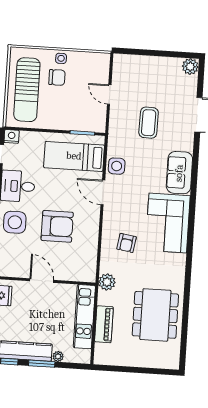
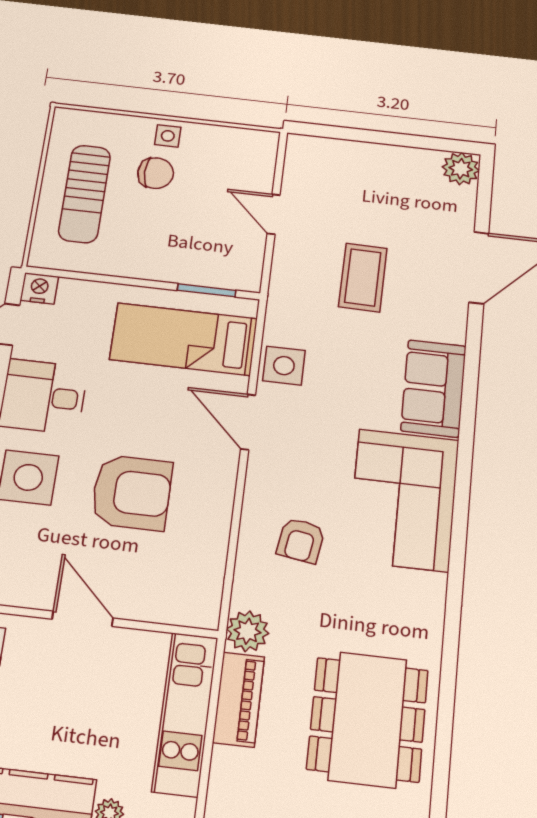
sun lounger: (27, 90) -> (85, 194), width x0.73, depth x0.75
piano: (104, 324) -> (239, 699), moved

